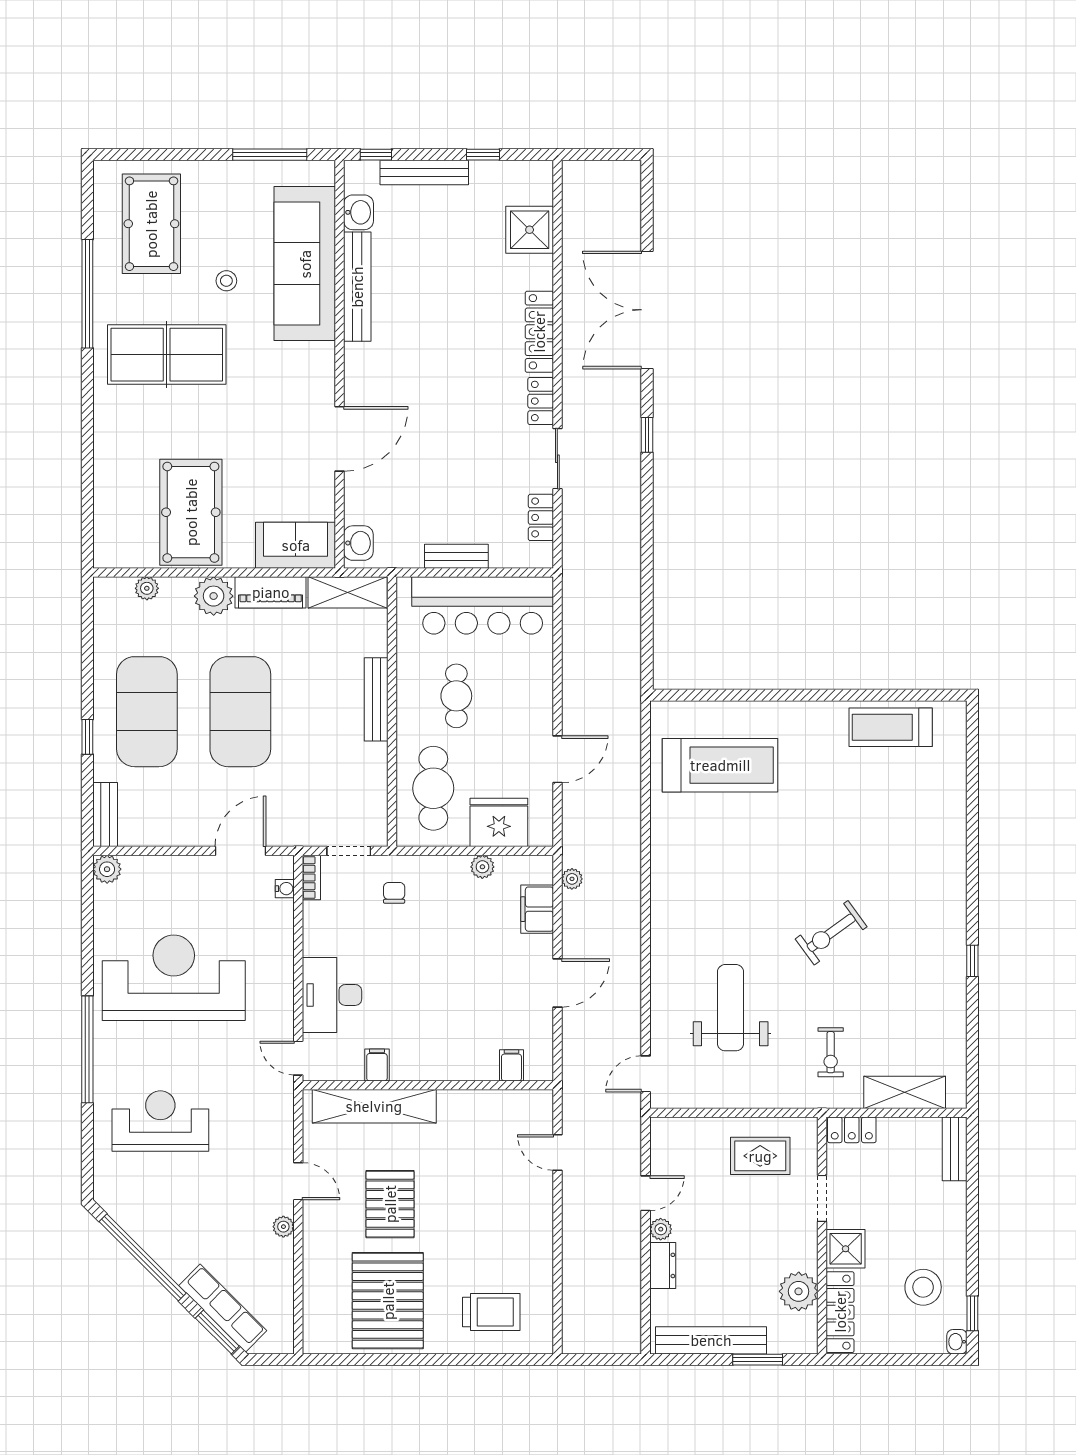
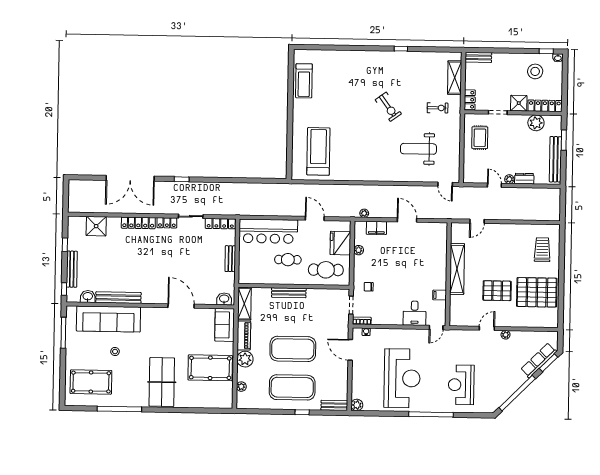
table tennis table: (167, 355) -> (162, 382), moved
locker: (541, 517) -> (220, 224), width x1.53
bar counter: (483, 605) -> (268, 231), moved, turned 90
reception desk: (174, 978) -> (402, 378), turned 180
desk: (332, 995) -> (415, 313), width x0.73
filing cabinet: (511, 1065) -> (441, 240), removed
shelving: (374, 1106) -> (457, 269), moved

